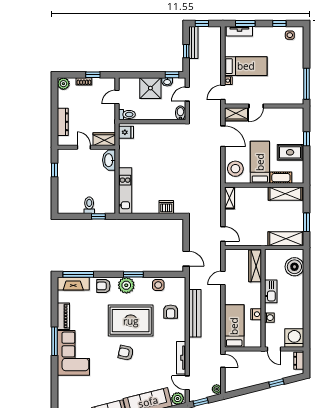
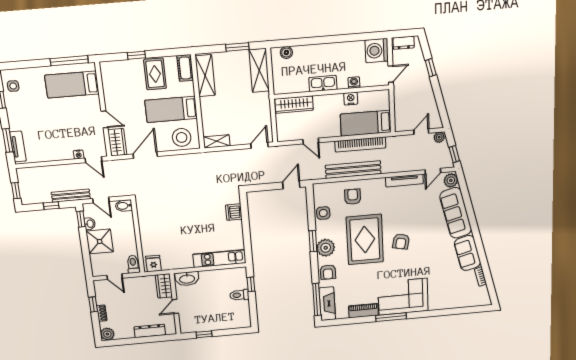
bench: (193, 42) -> (71, 196), moved
bed: (246, 66) -> (72, 85), moved, turned -90
cot: (281, 178) -> (185, 68), moved
boiler: (294, 267) -> (286, 53), width x0.54, depth x0.54
armchair: (171, 312) -> (353, 197), turned -90
bookcase: (216, 321) -> (360, 144), added
door: (223, 361) -> (421, 132), moved

